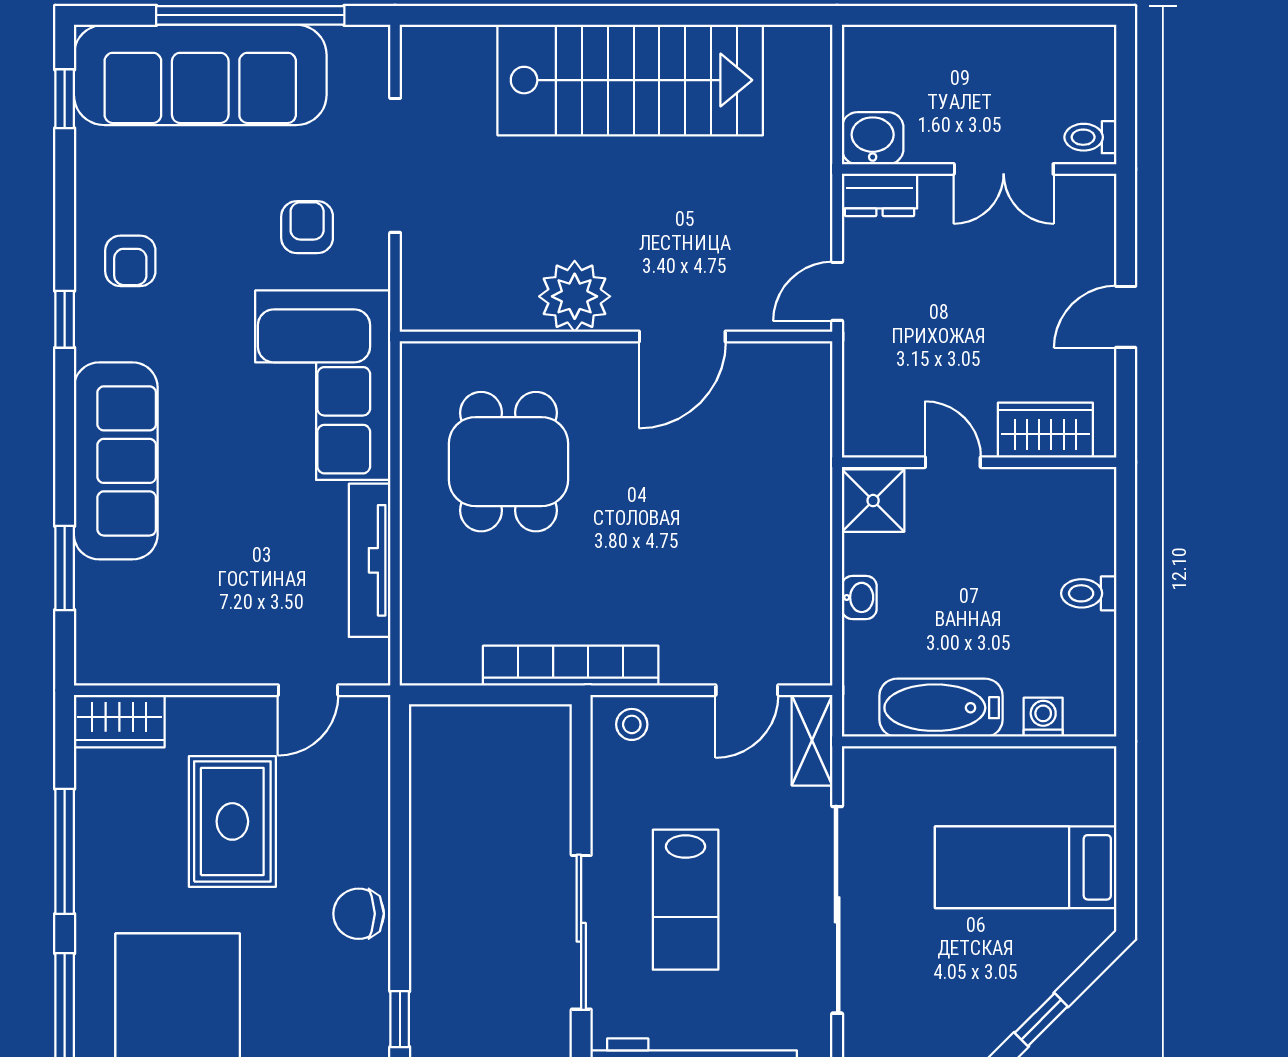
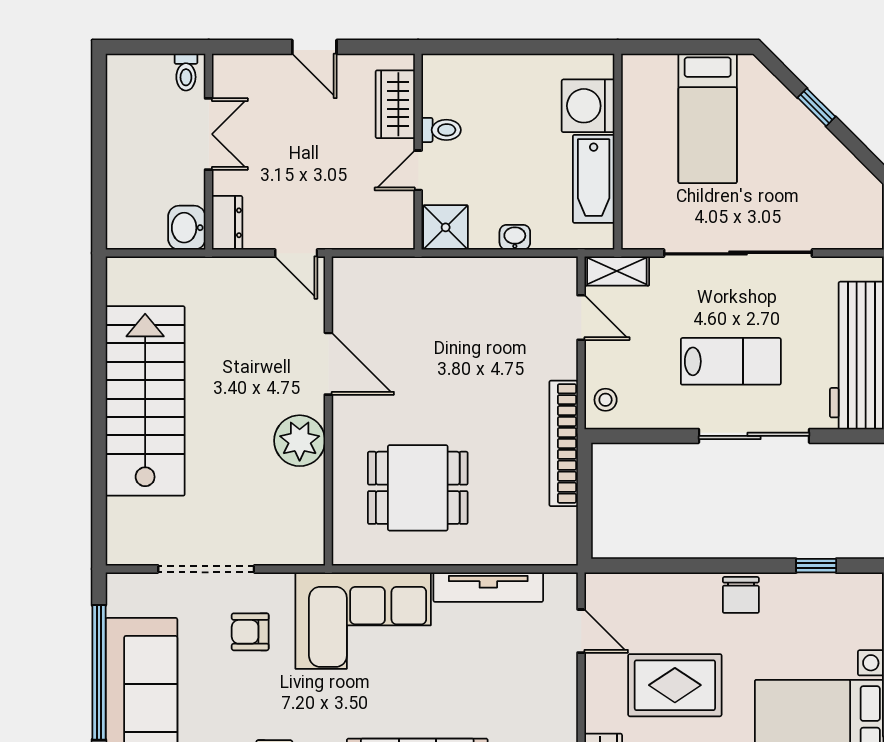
toilet: (1089, 593) -> (441, 130), moved, turned -90
washing machine: (1043, 717) -> (588, 106), width x1.89, depth x1.89

